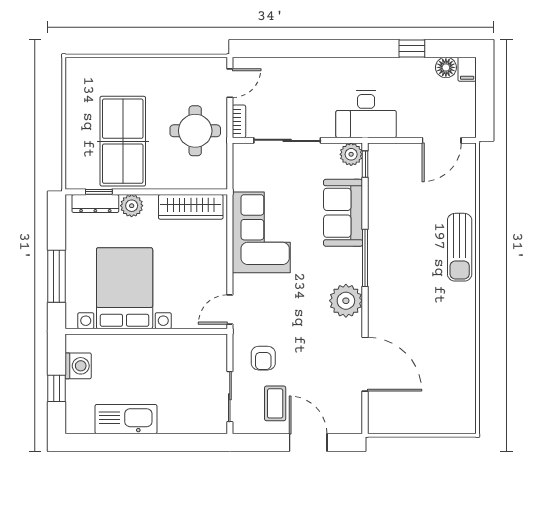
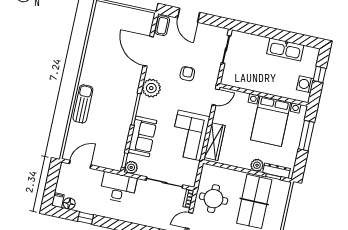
wardrobe: (191, 207) -> (215, 142), moved, turned 90
armchair: (263, 358) -> (187, 74), moved
coffee table: (275, 403) -> (162, 26), moved

